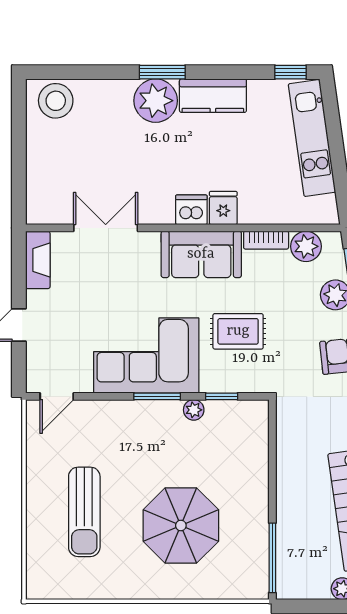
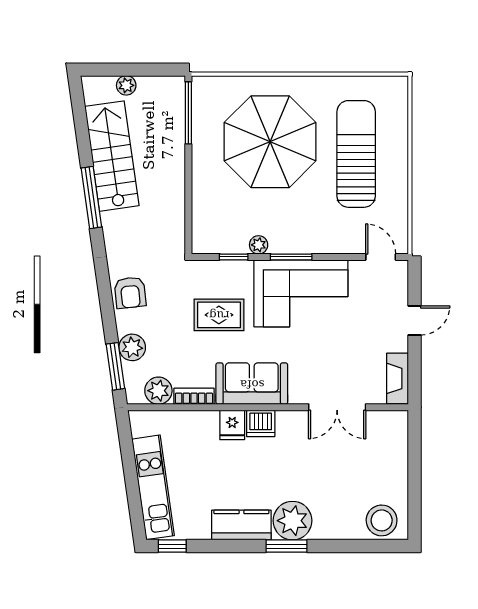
door: (57, 396) -> (381, 257), hinge flipped
sun lounger: (84, 512) -> (356, 154), width x1.36, depth x1.34
parasol: (181, 526) -> (270, 142), width x1.36, depth x1.36

